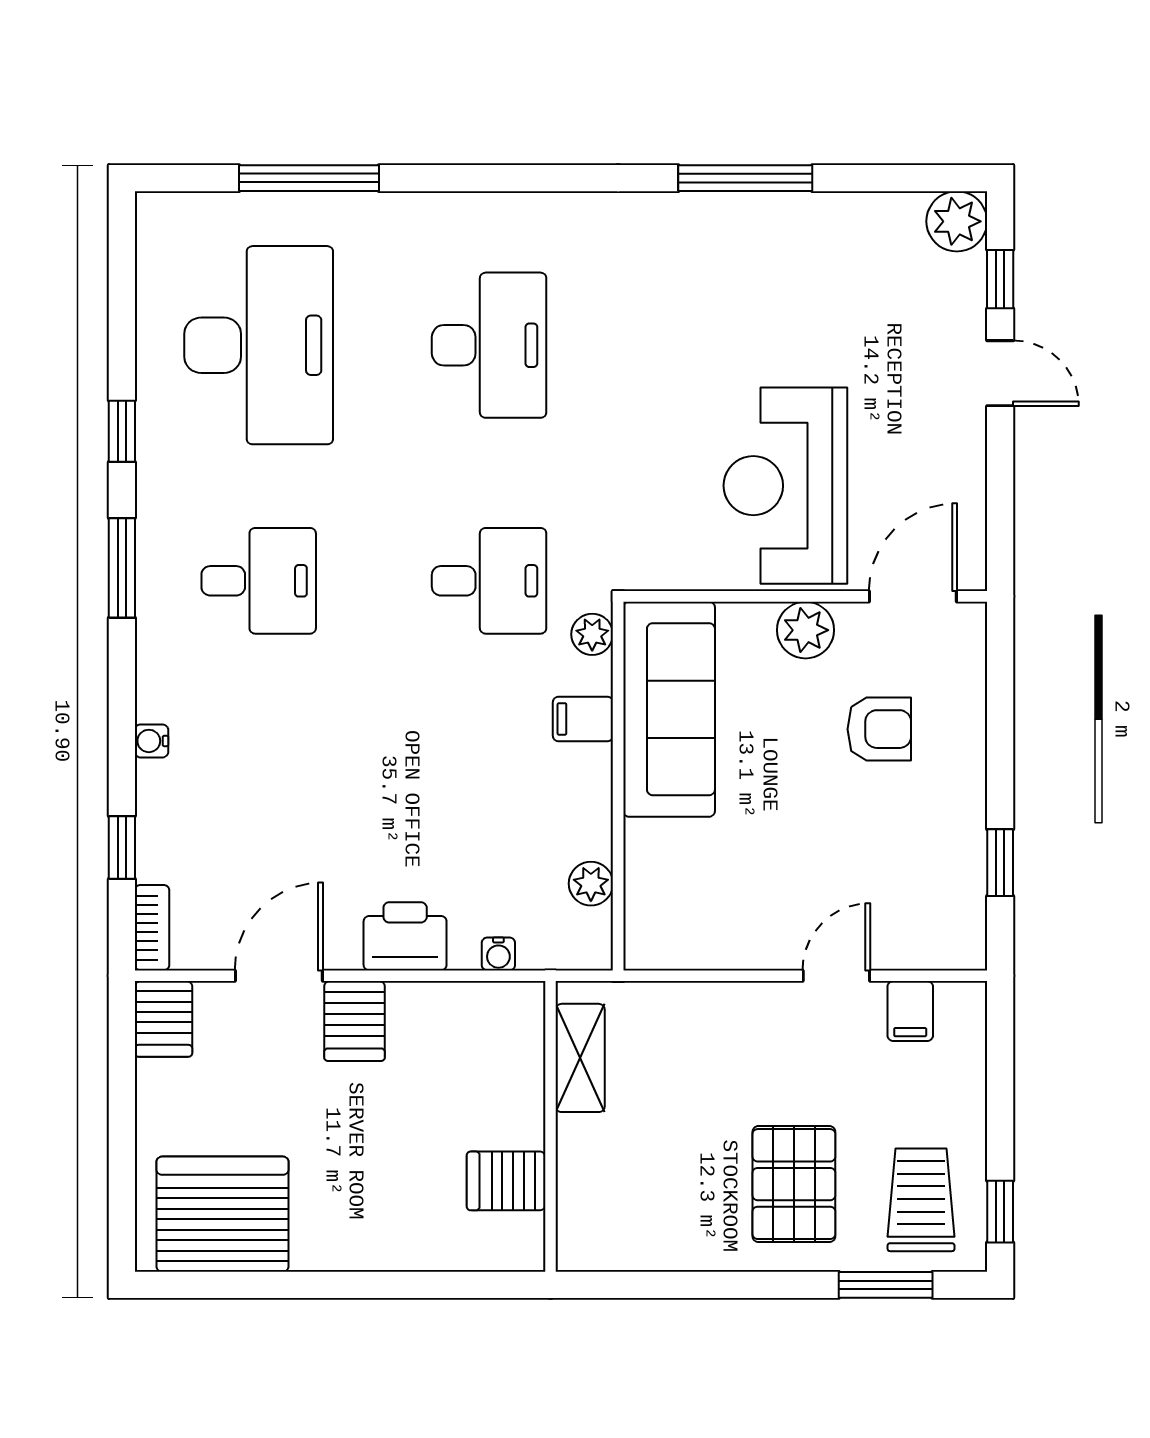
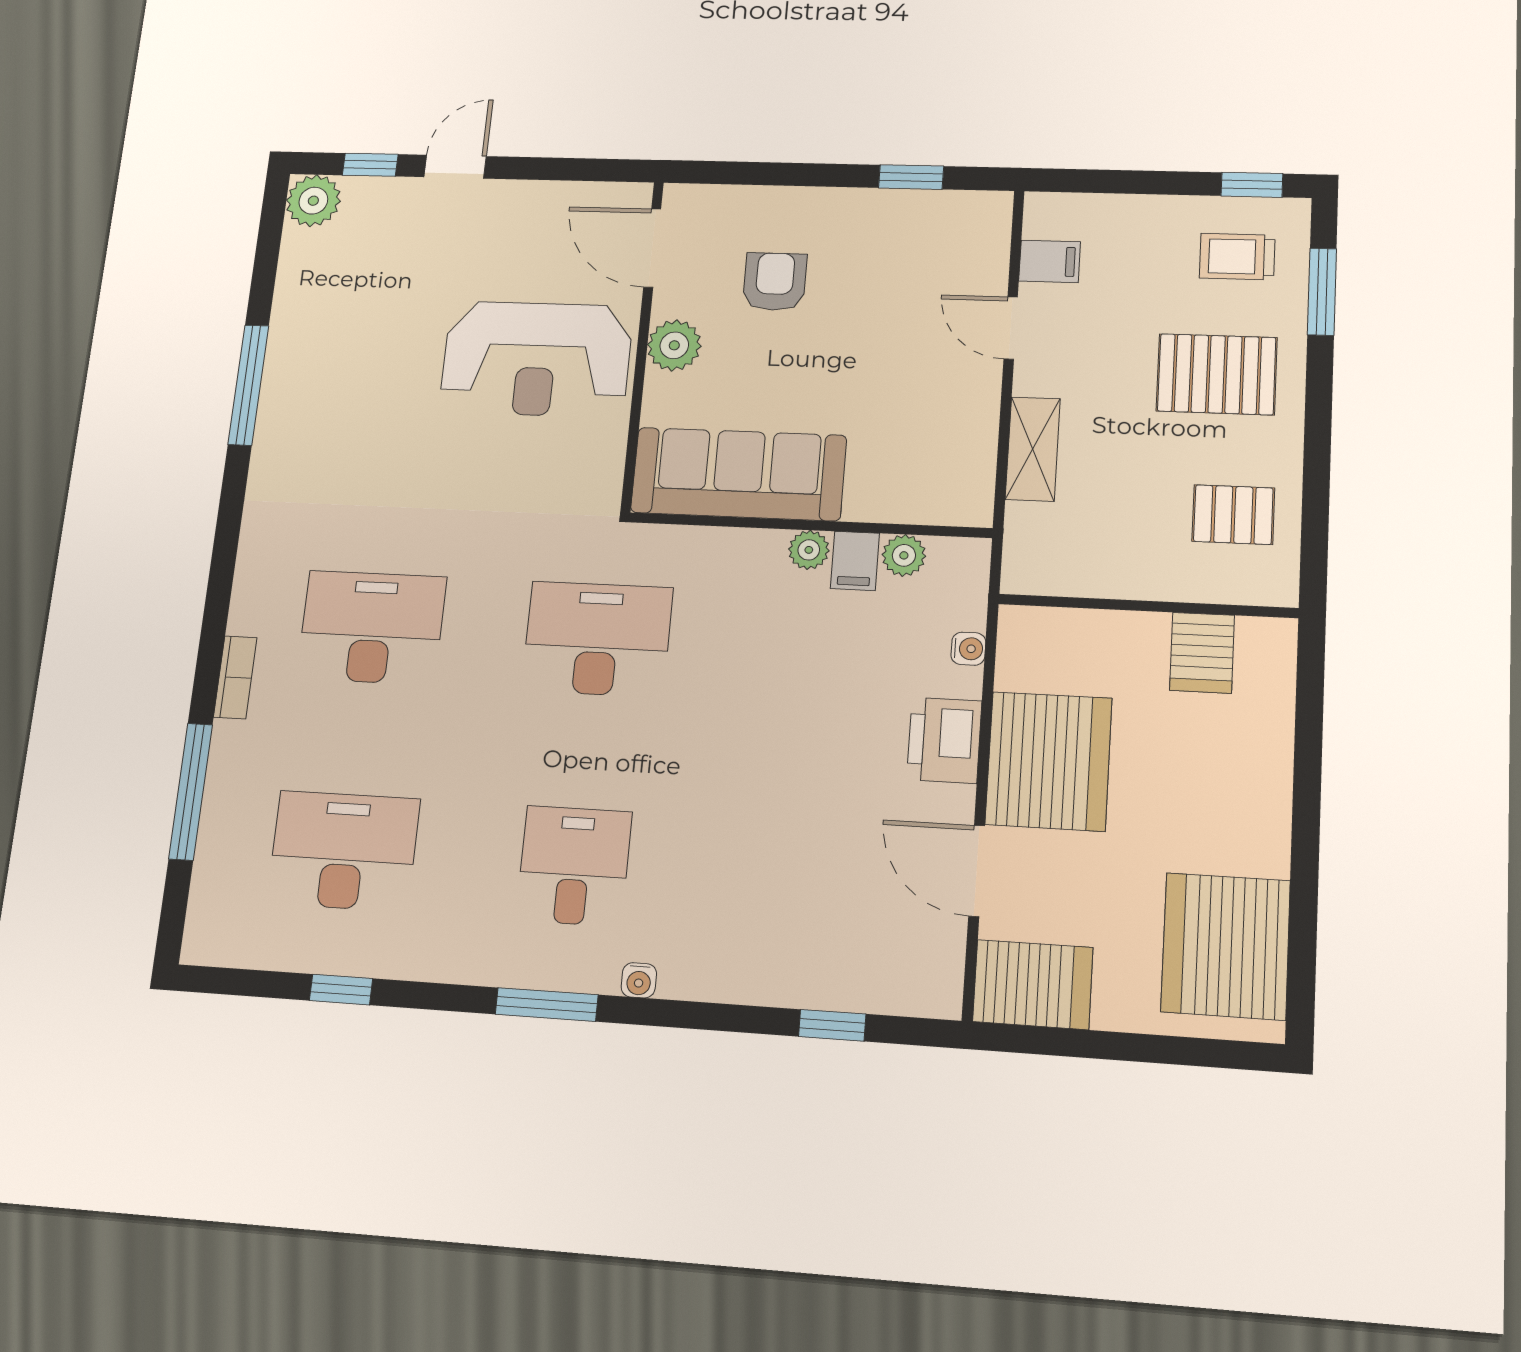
desk: (259, 345) -> (343, 851), width x0.73, depth x0.77
window: (122, 431) -> (341, 990), moved
desk: (489, 581) -> (597, 639), width x1.37
plant: (592, 634) -> (809, 550), moved
filing cabinet: (583, 719) -> (855, 561), moved
water cooler: (151, 741) -> (639, 980), moved
bookcase: (152, 928) -> (235, 677), moved, turned 90
server rack: (163, 1019) -> (1033, 984), width x1.36, depth x1.44
server rack: (355, 1021) -> (1049, 761), width x2.18, depth x1.44
shelving: (580, 1058) -> (1033, 449), moved, turned 90
trolley: (921, 1200) -> (1237, 257), width x0.73, depth x0.72
pallet: (648, 1206) -> (1233, 515), added

